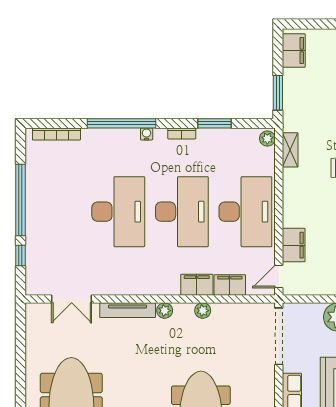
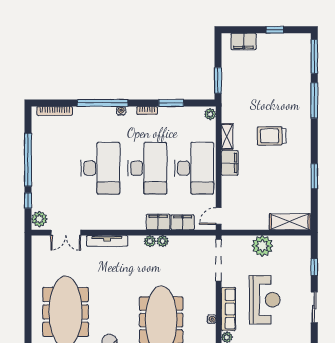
filing cabinet: (294, 51) -> (244, 41), moved, turned 90
shelving: (290, 150) -> (227, 137), moved
filing cabinet: (294, 245) -> (230, 163), moved
plant: (36, 281) -> (39, 219), added
plant: (165, 311) -> (150, 241), moved

